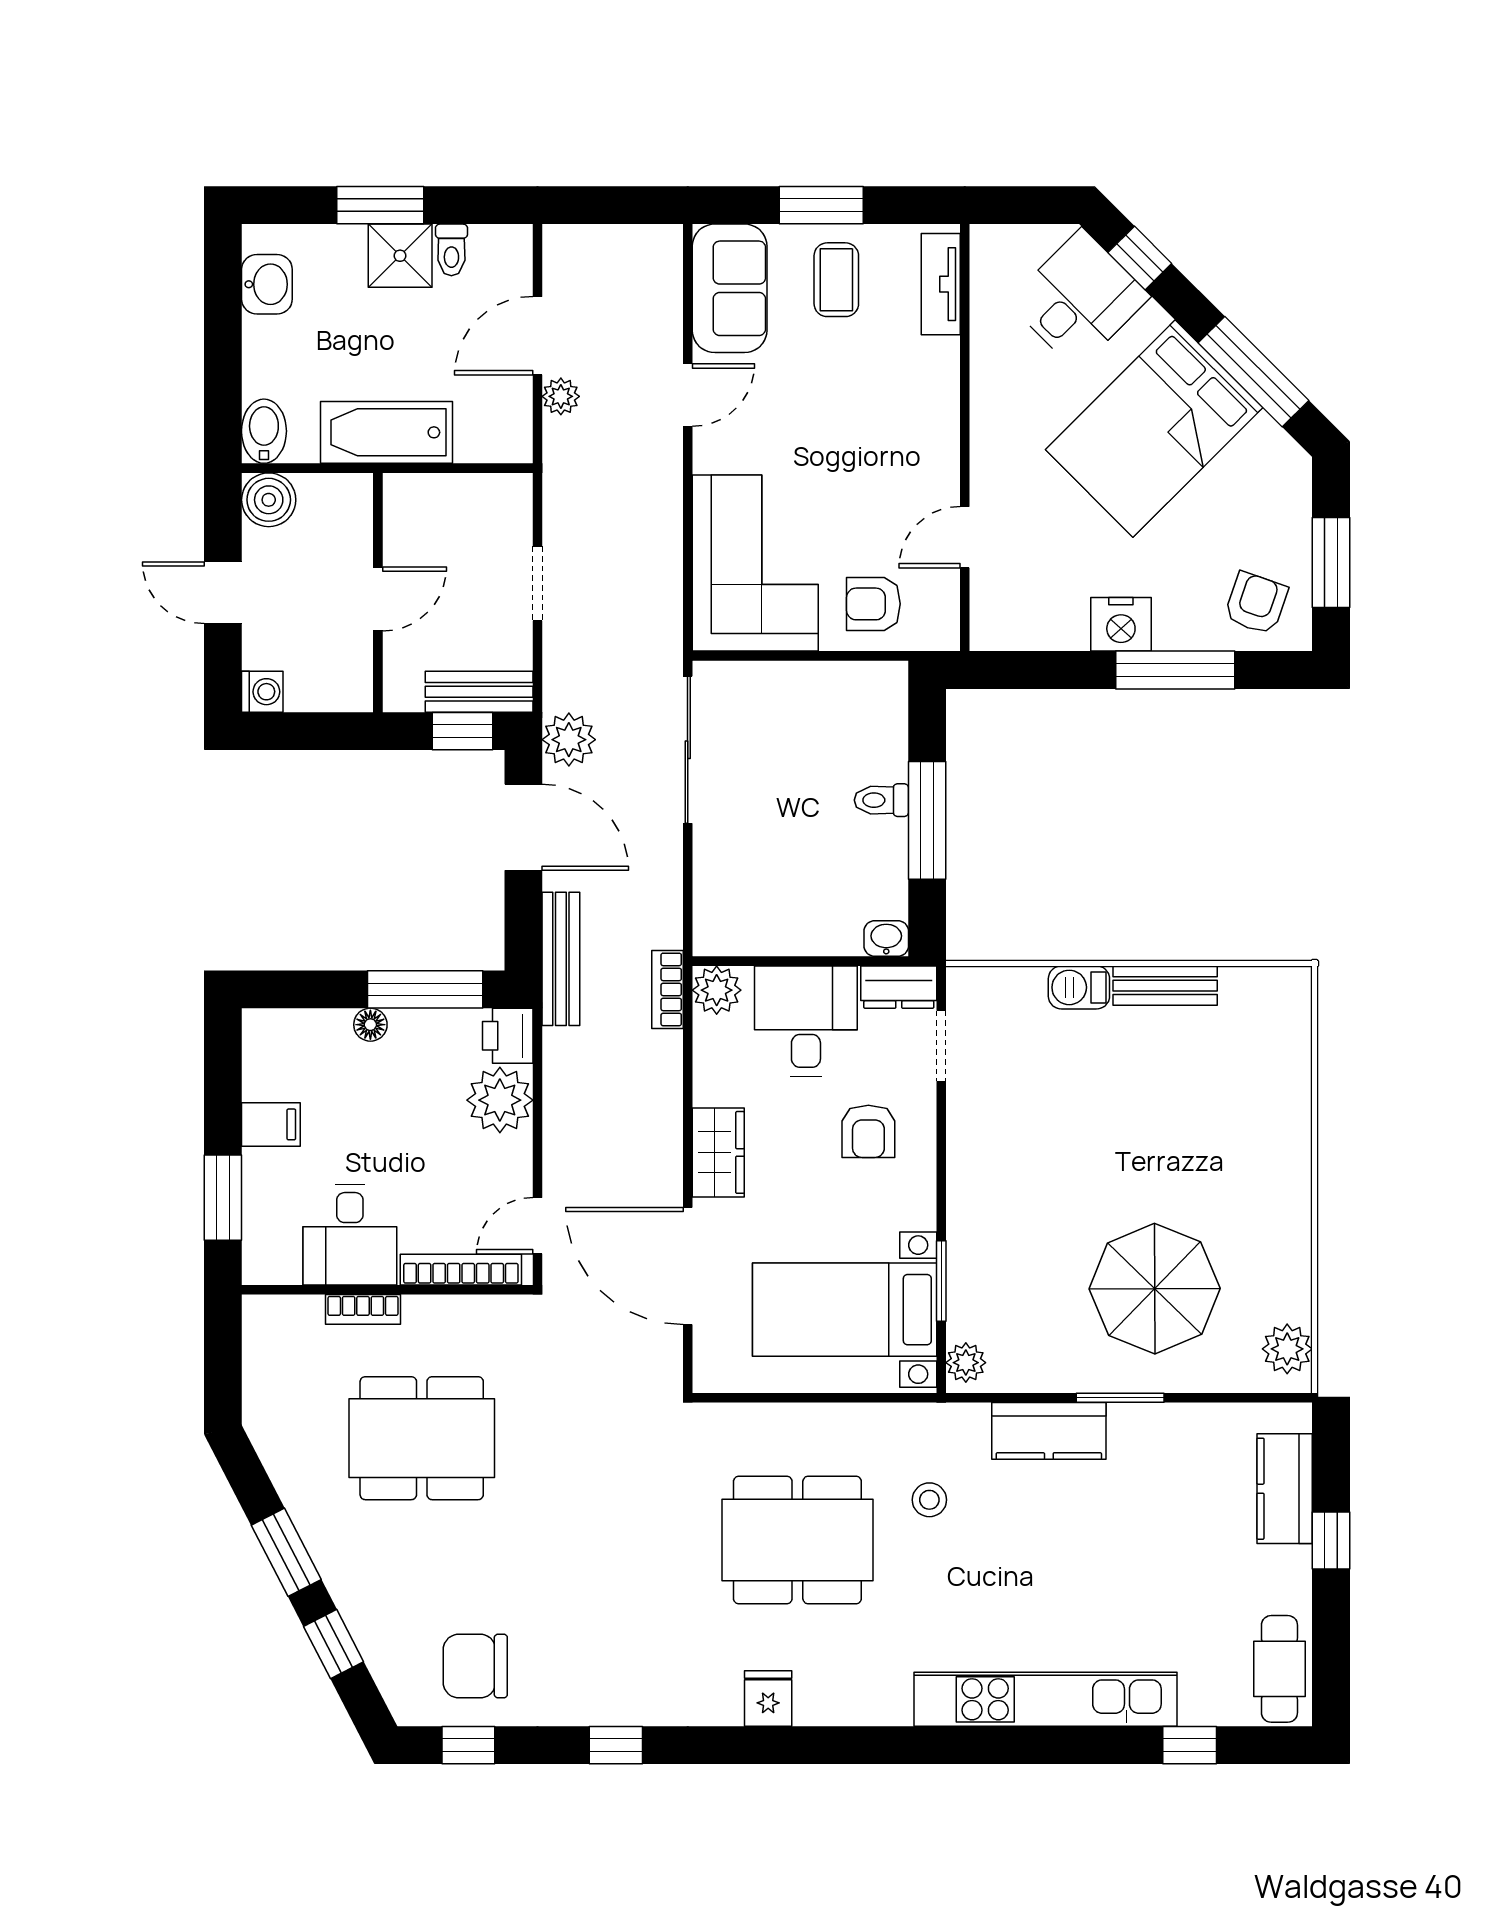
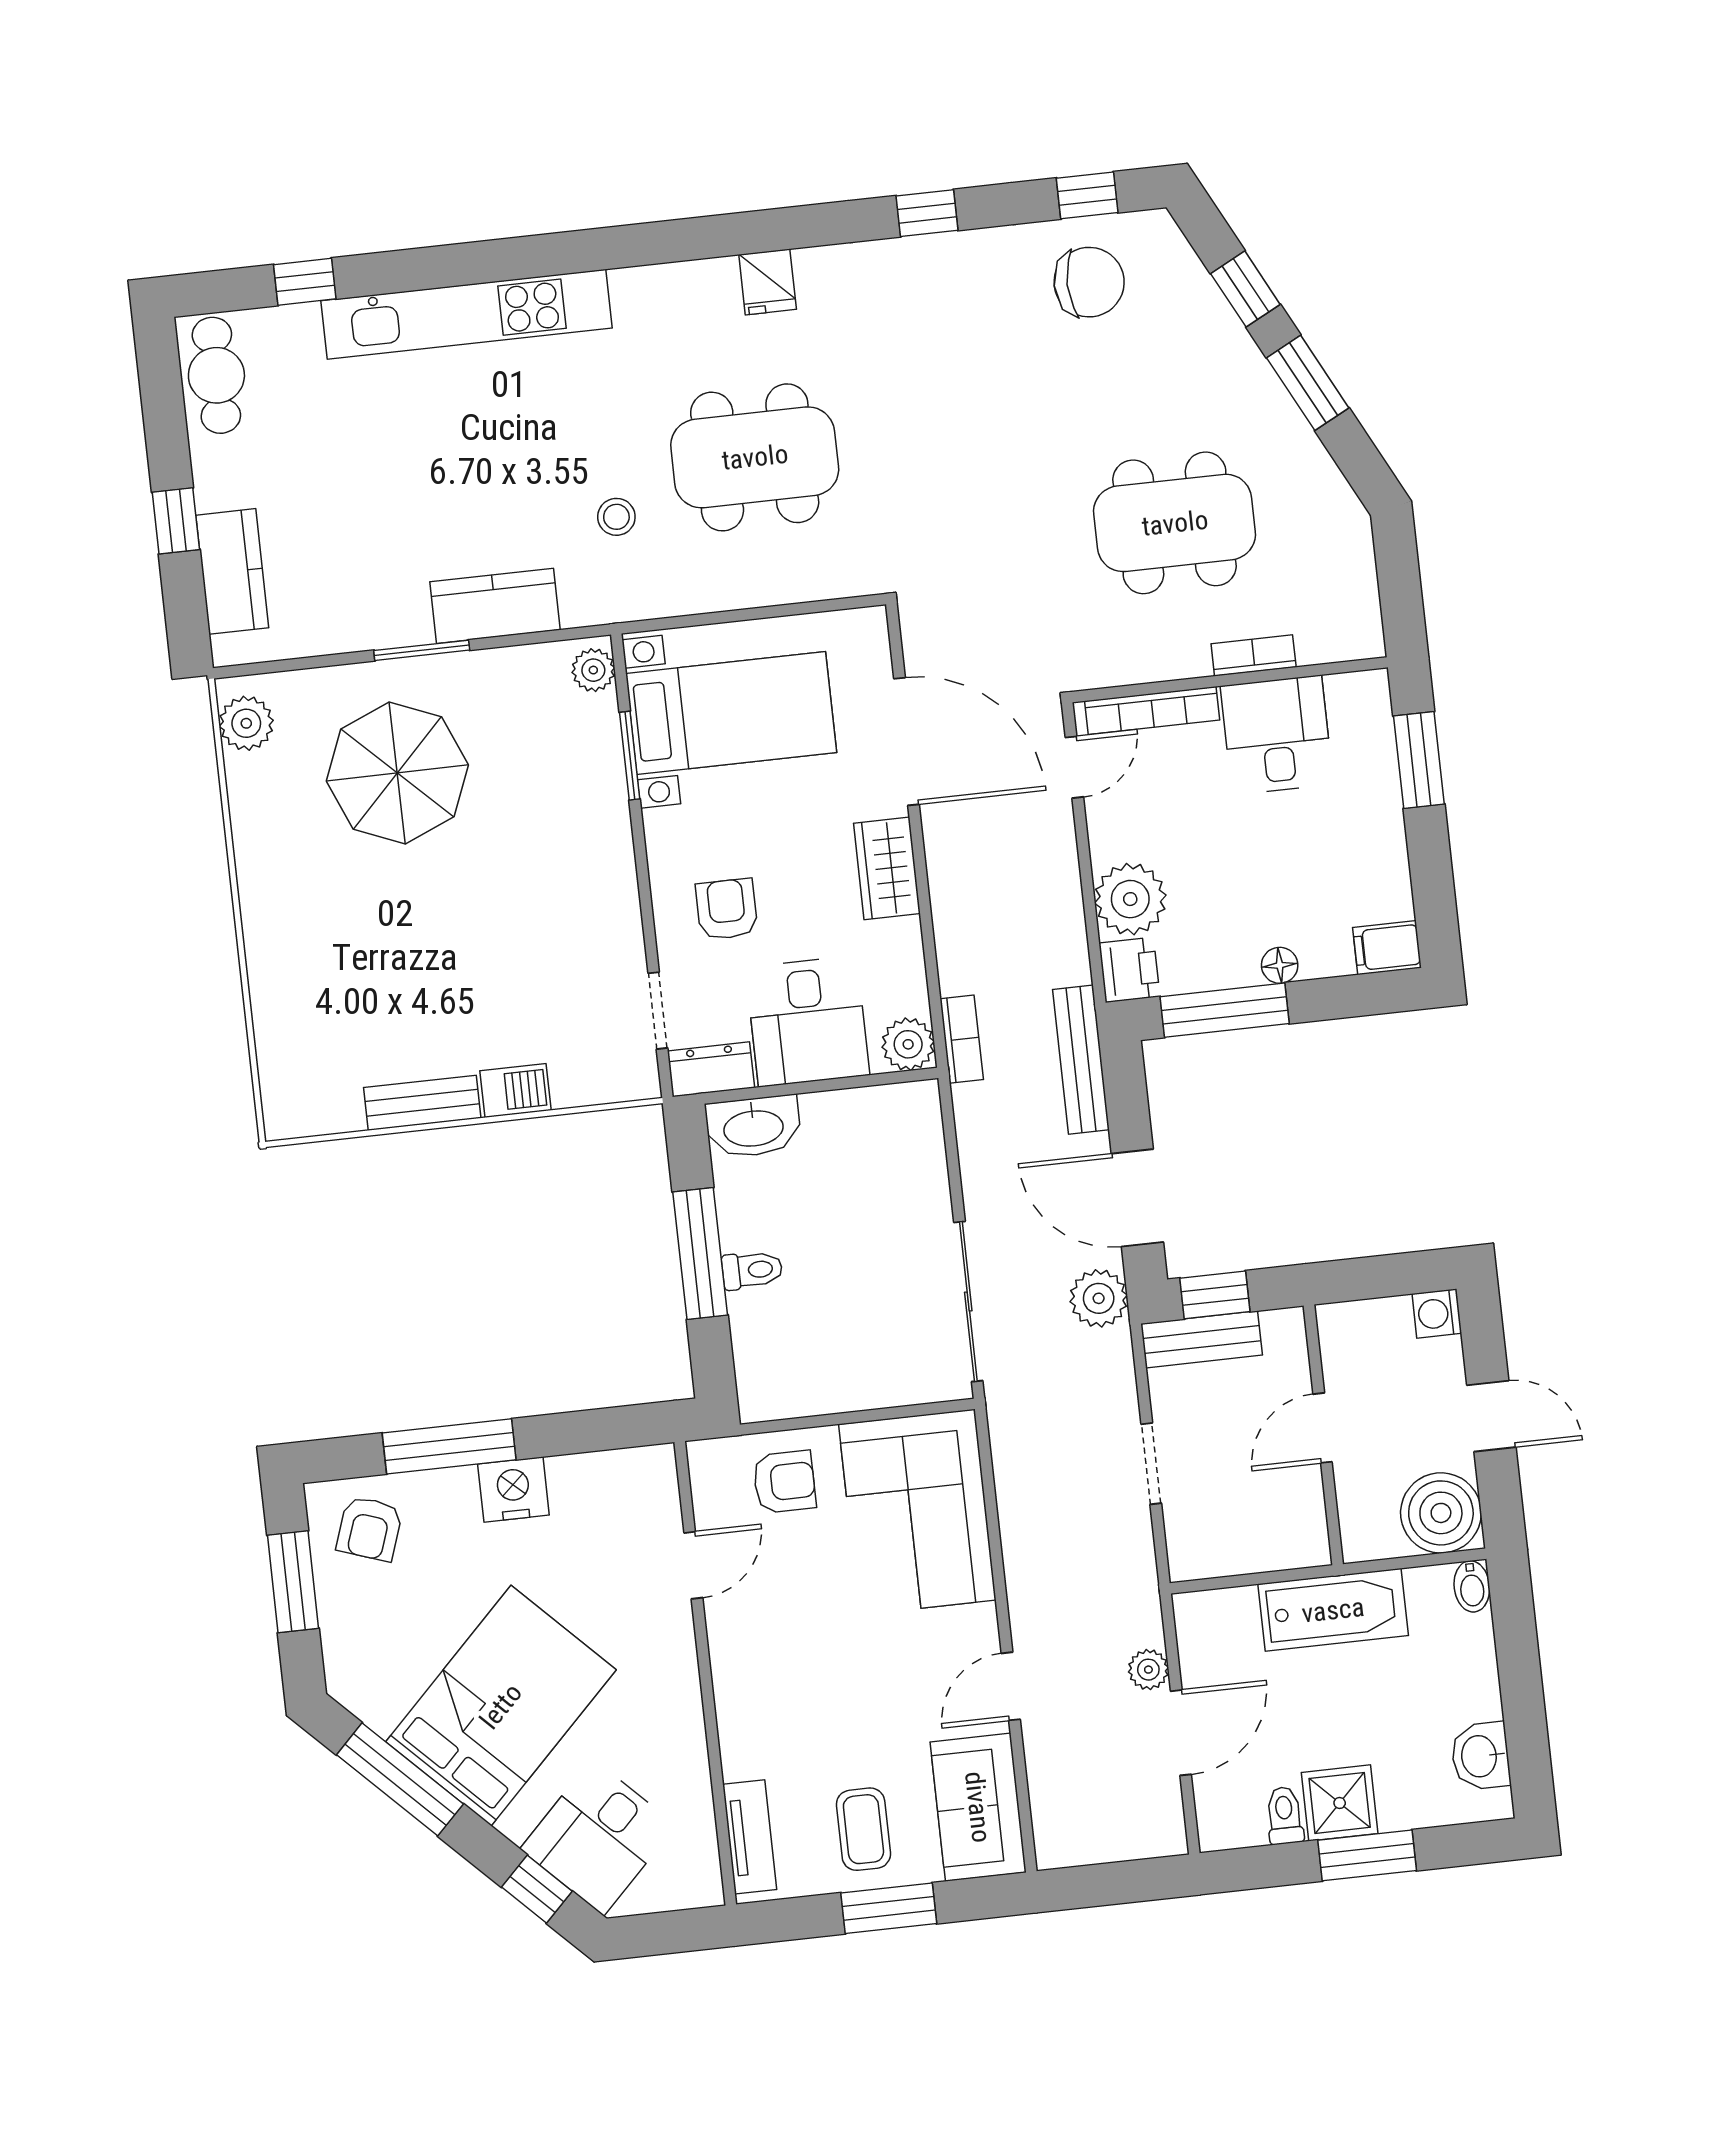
bidet: (264, 431) -> (1472, 1586), width x0.72, depth x0.74
boiler: (269, 500) -> (1441, 1513), width x1.37, depth x1.37
washbasin: (886, 938) -> (753, 1127), width x1.91, depth x1.45
filing cabinet: (271, 1124) -> (1387, 948), moved

